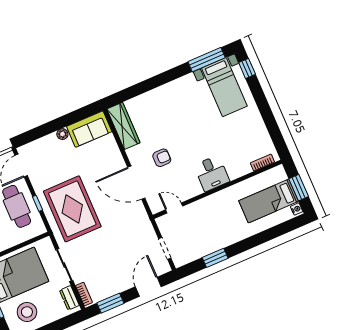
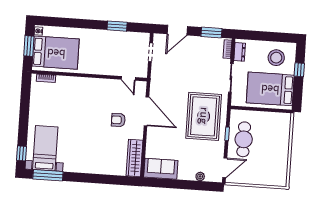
plant: (62, 134) -> (200, 176), moved
desk: (212, 173) -> (87, 90), removed
bed: (269, 201) -> (56, 53), width x1.50

